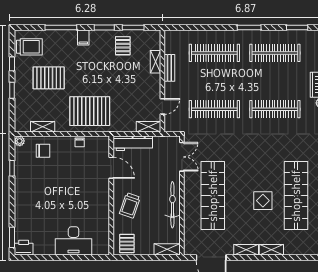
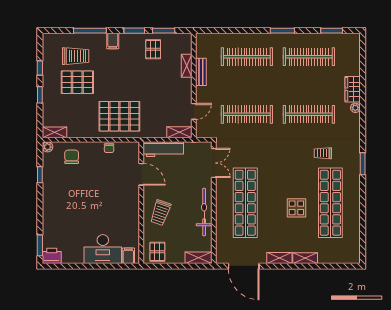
trolley: (29, 47) -> (76, 56), moved
shelving: (43, 127) -> (54, 132), moved
trolley: (289, 147) -> (323, 153), added
chair: (43, 151) -> (72, 157), turned -90
filing cabinet: (98, 248) -> (128, 256), added

